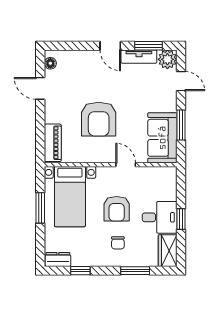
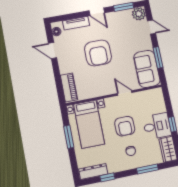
tv unit: (139, 57) -> (76, 23), moved
armchair: (99, 119) -> (98, 53), moved
dresser: (58, 259) -> (93, 172), width x1.44

